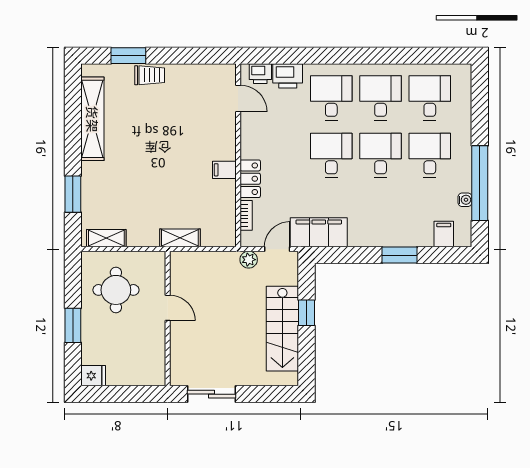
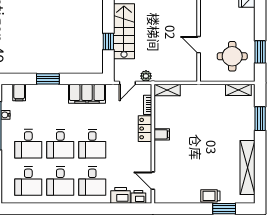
filing cabinet: (319, 232) -> (87, 94), moved
shelving: (180, 238) -> (167, 90), moved
window: (73, 325) -> (260, 52), moved

